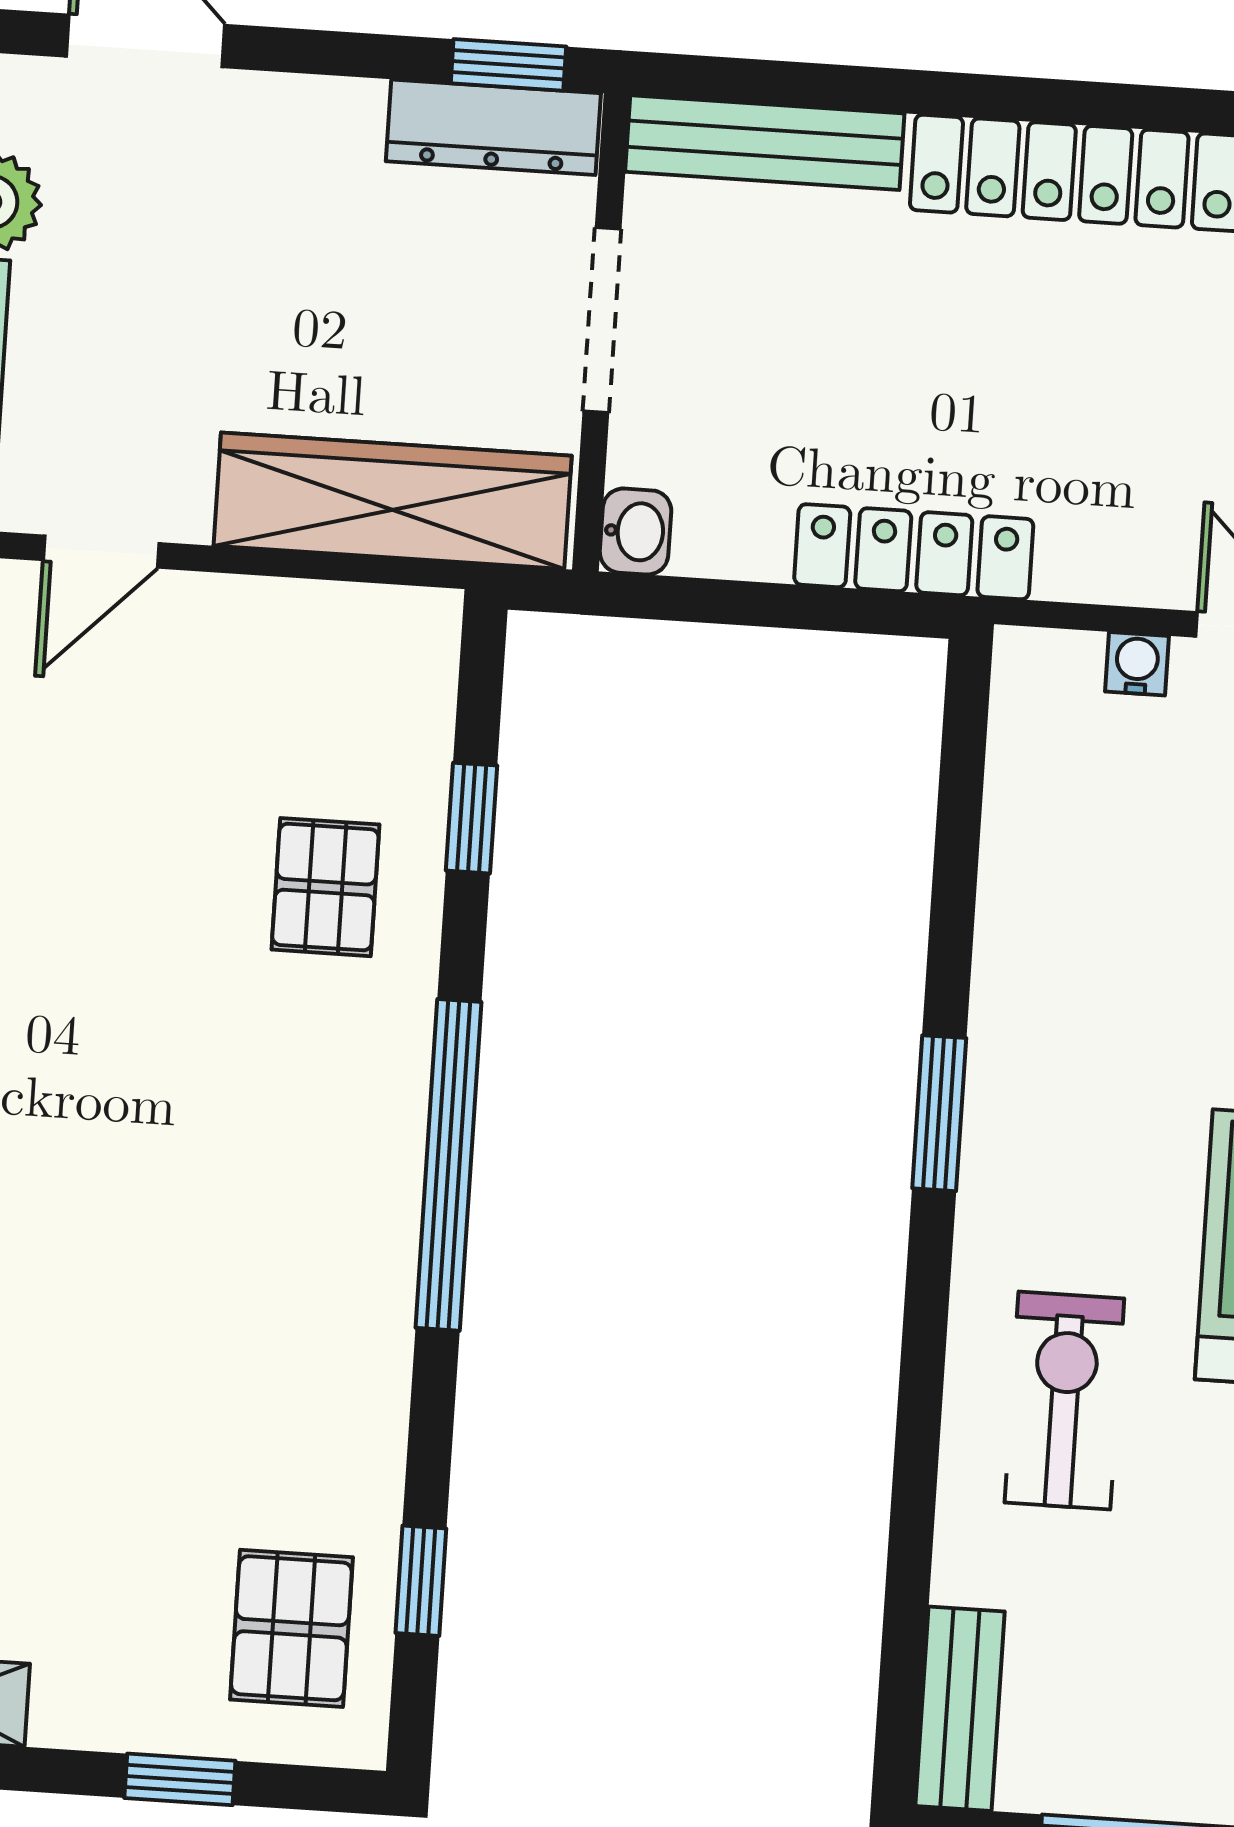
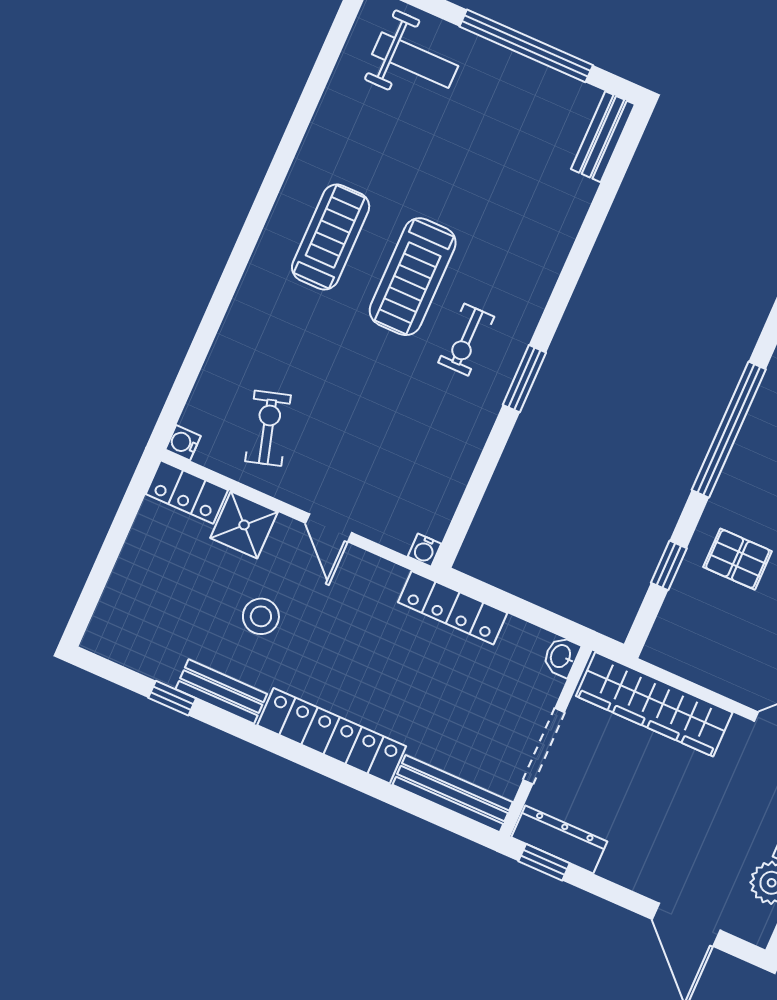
water cooler: (1137, 664) -> (425, 550), moved
pallet: (325, 887) -> (738, 559), turned 90
exercise bike: (1064, 1401) -> (466, 340), moved, width x0.73, depth x0.72

